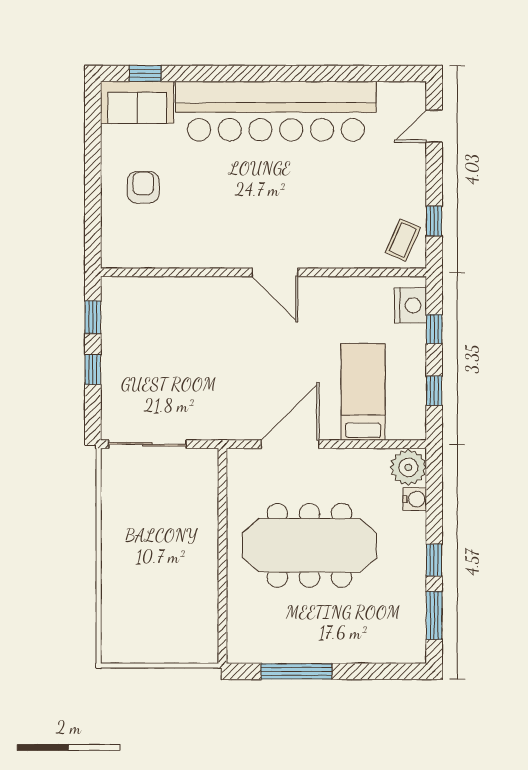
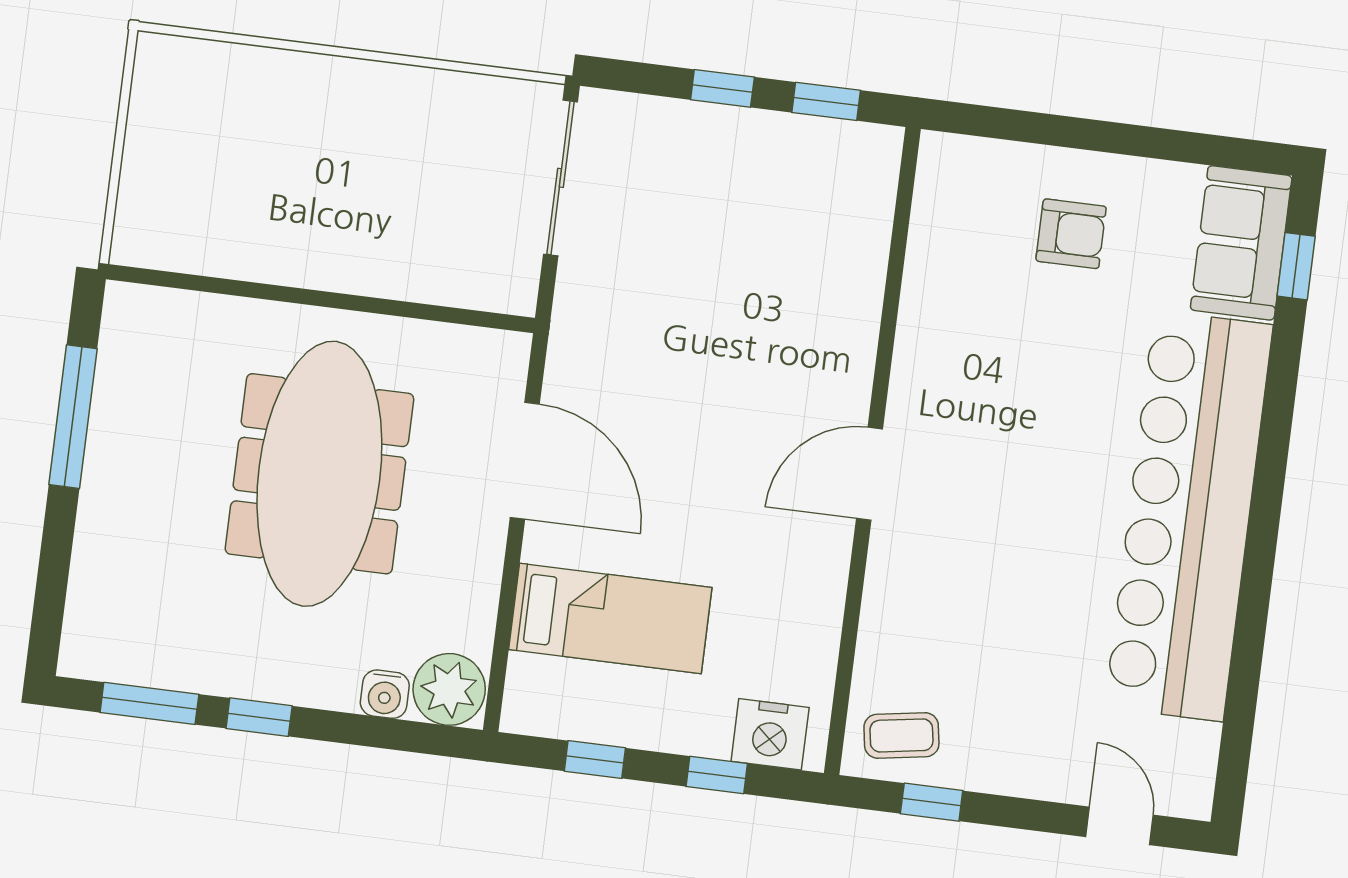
coffee table: (403, 240) -> (901, 735), turned -33

